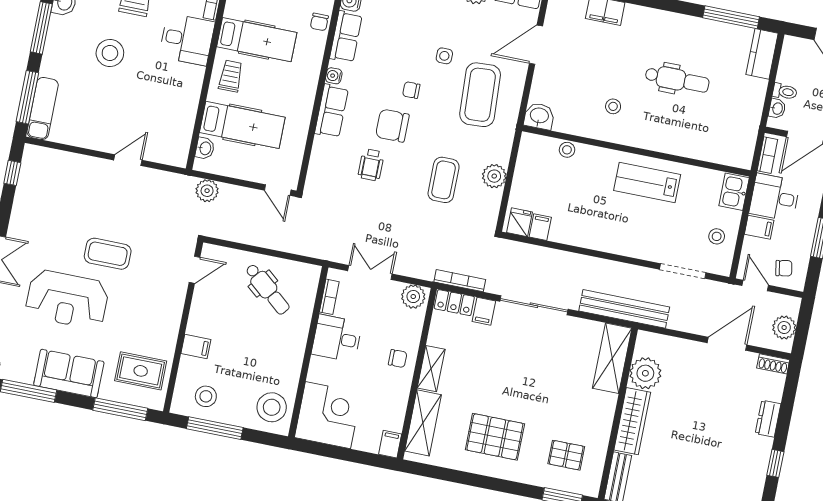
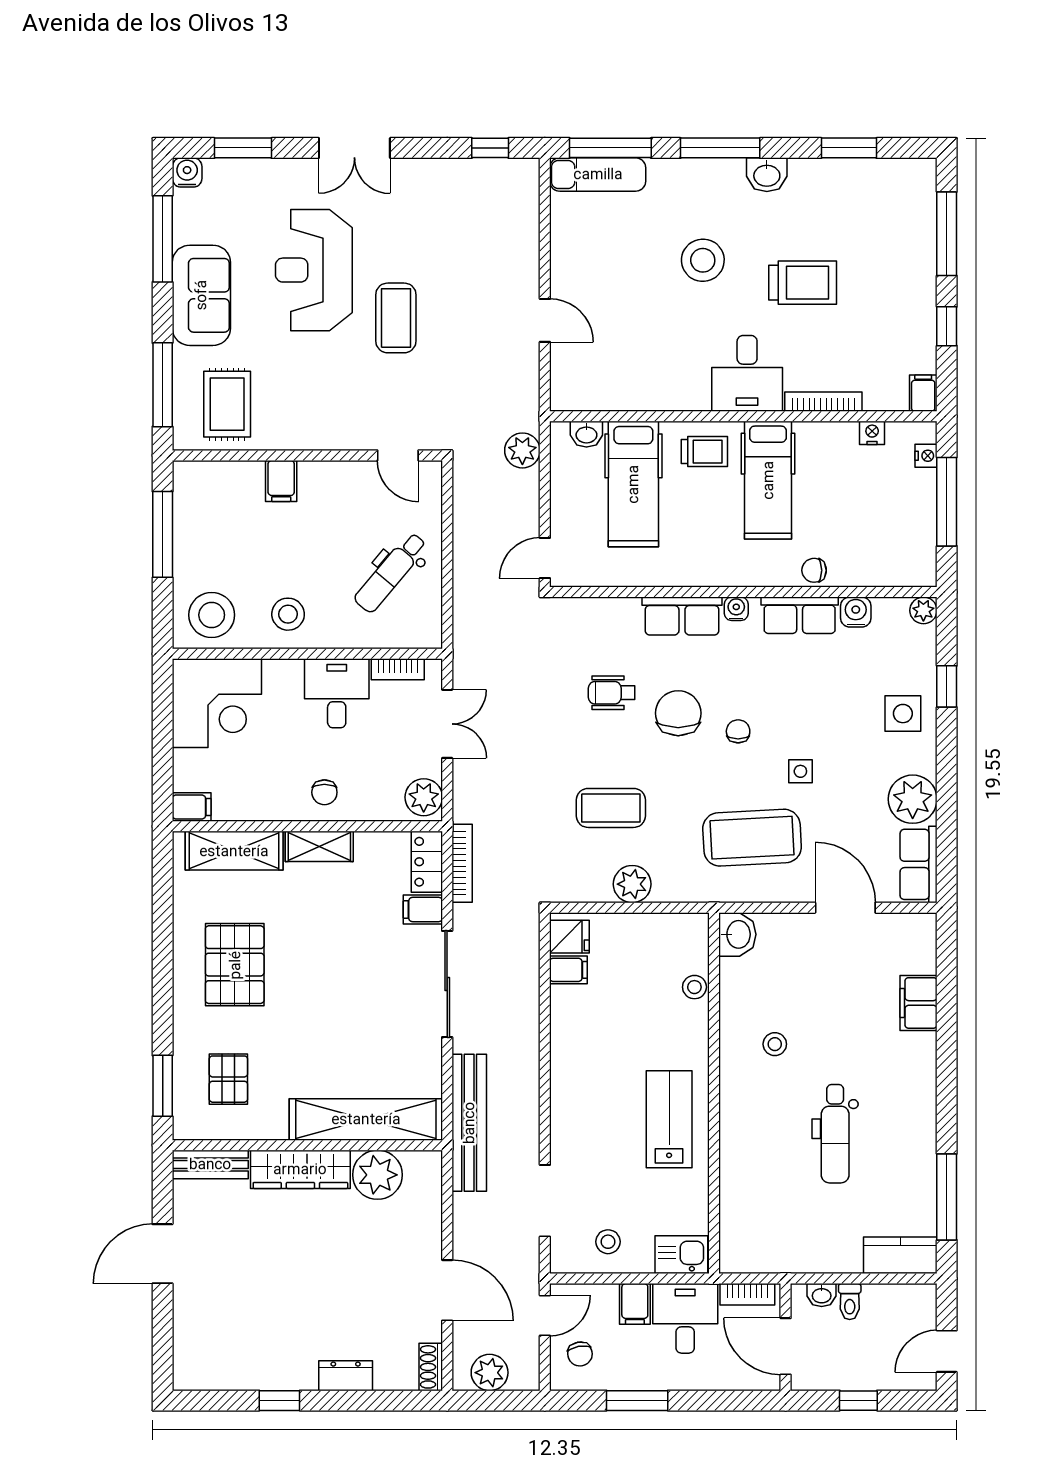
shelving: (612, 358) -> (366, 1119), width x1.47
stool: (206, 396) -> (288, 614), moved

